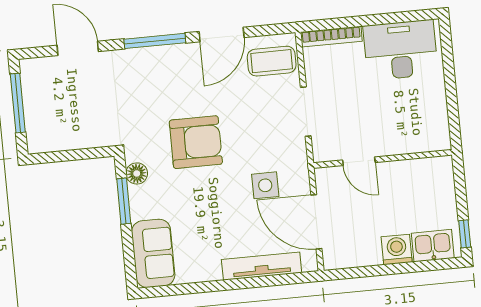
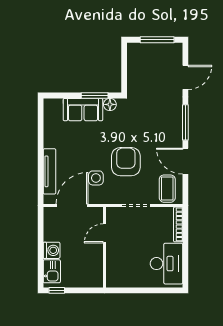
armchair: (196, 142) -> (126, 162), moved, turned 180
sofa: (153, 253) -> (83, 110), moved

